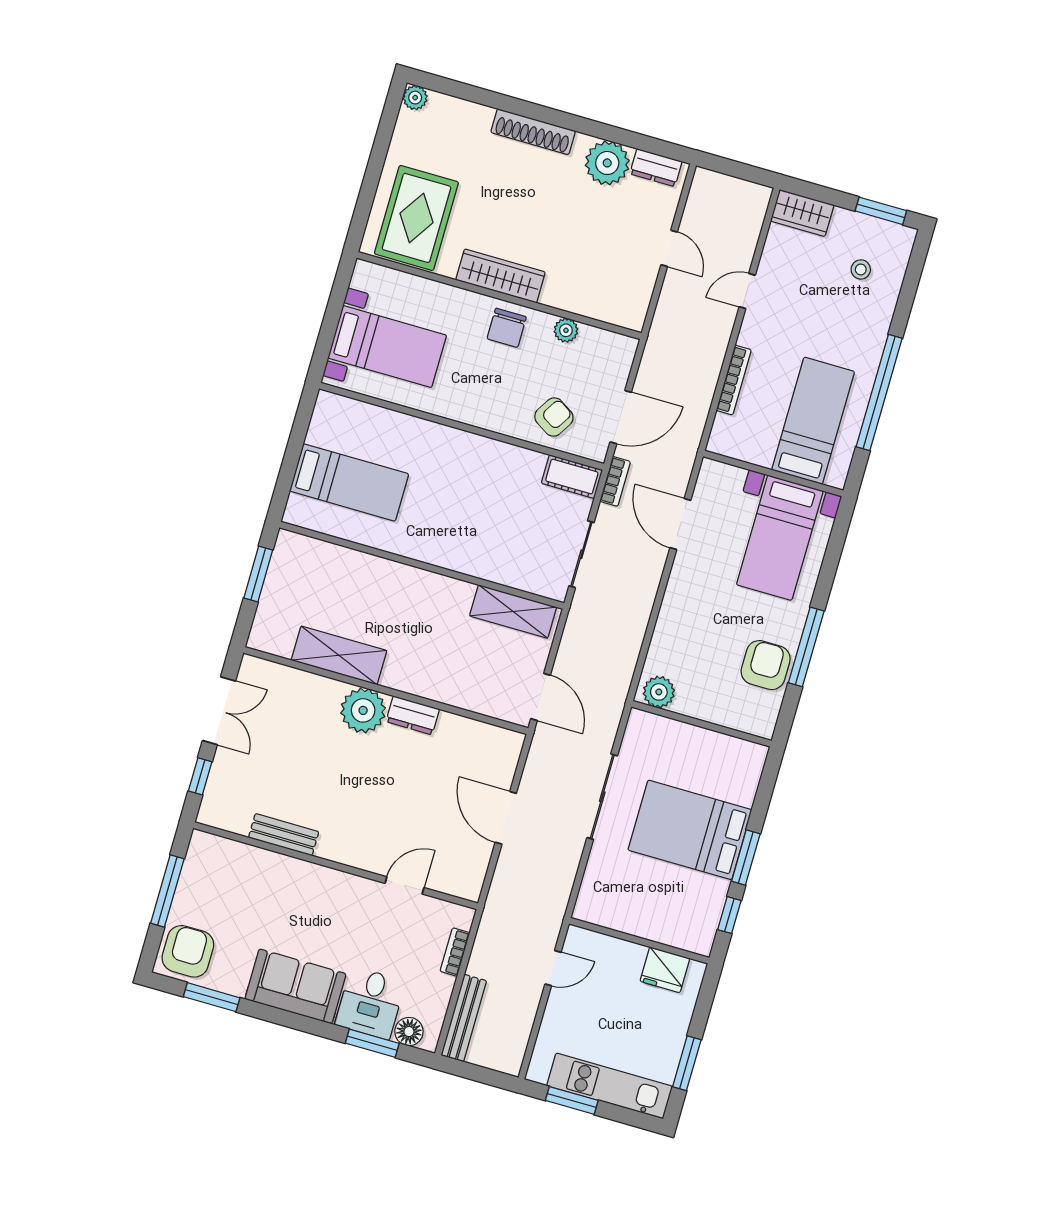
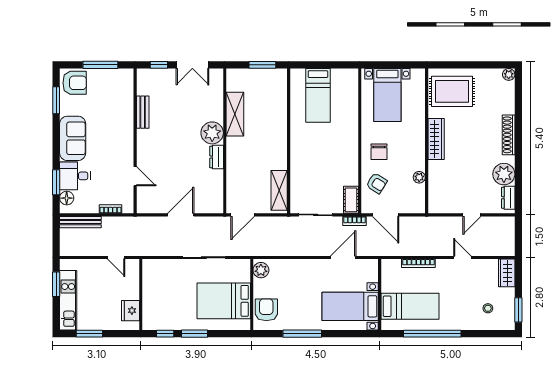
chair: (507, 328) -> (379, 152), moved, turned -90
armchair: (766, 665) -> (266, 310), moved, turned -90
bed: (690, 830) -> (224, 301), moved, turned -90

